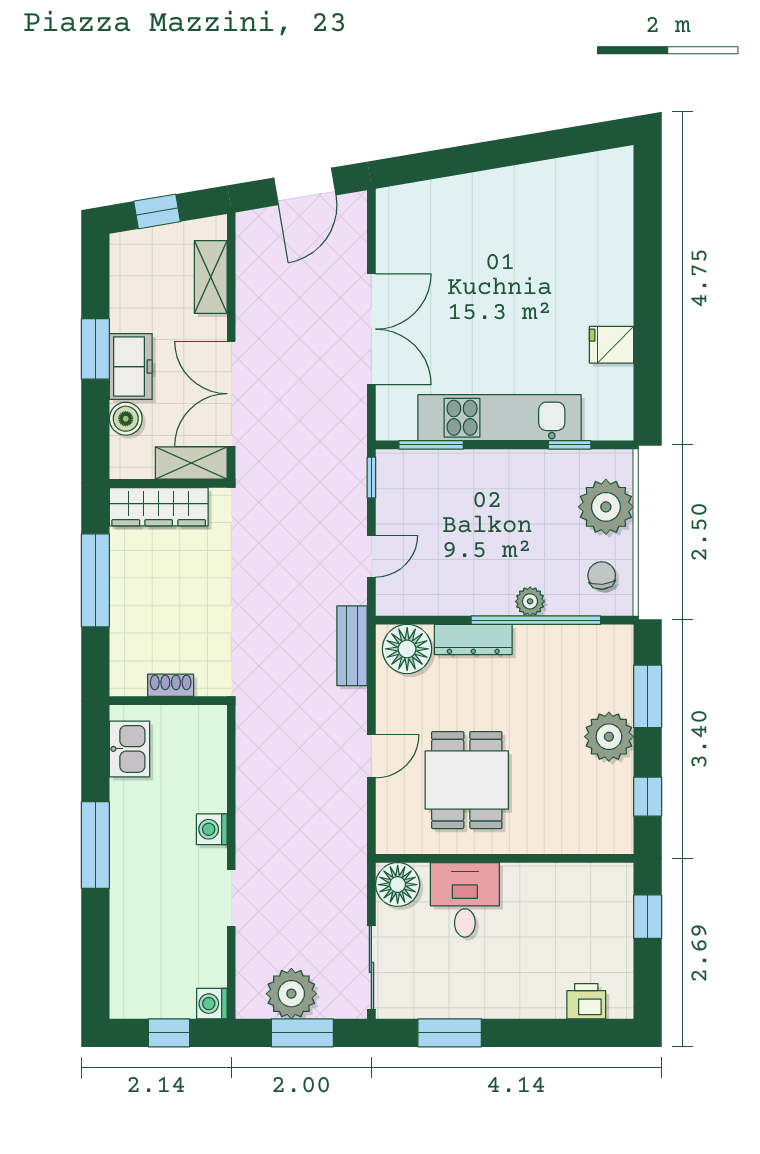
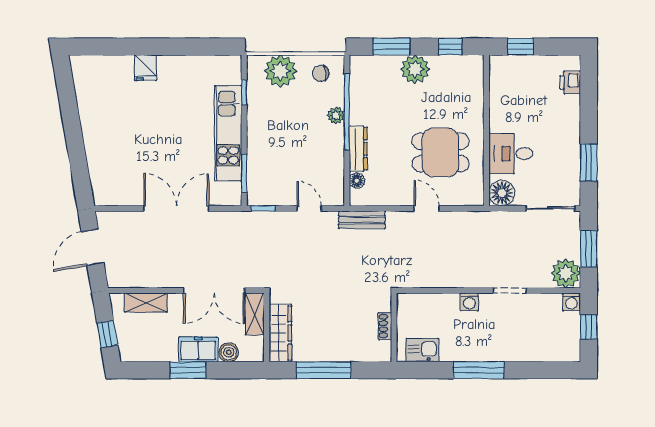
door: (305, 186) -> (93, 247), swing flipped
fridge: (612, 345) -> (146, 68), moved
floor lamp: (407, 649) -> (357, 181), width x0.53, depth x0.53
plant: (291, 994) -> (566, 273), moved

